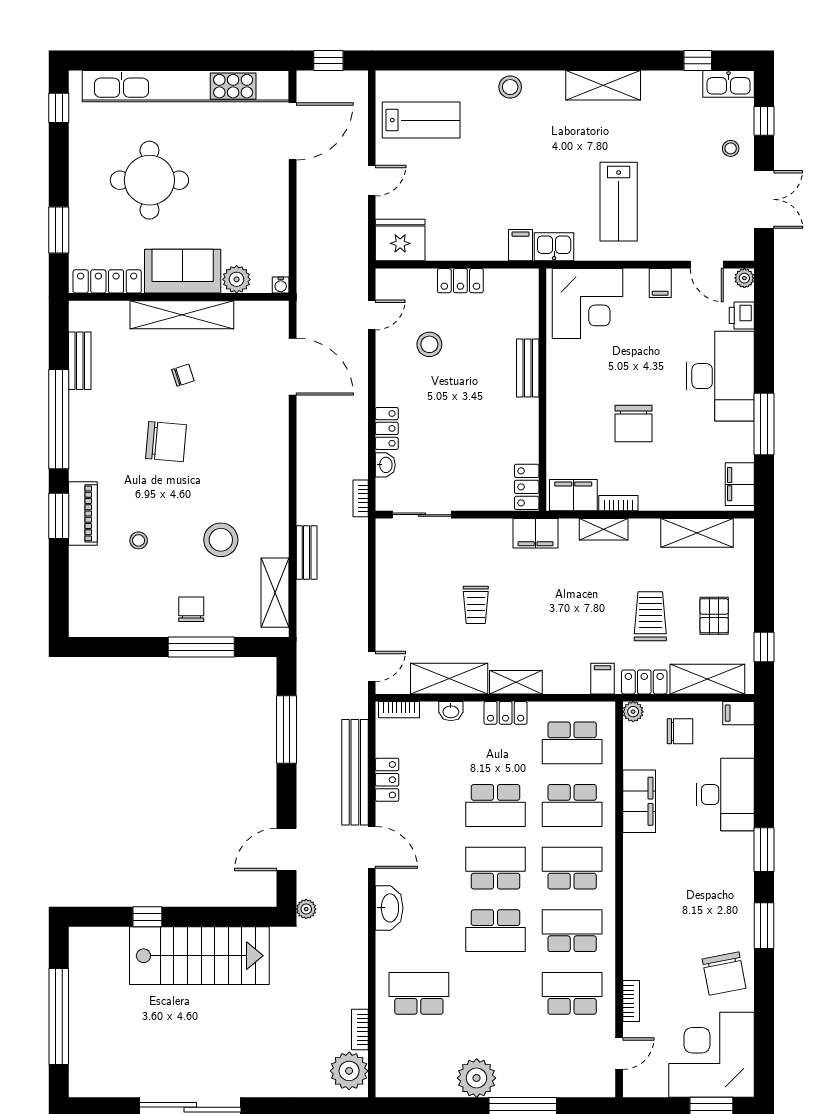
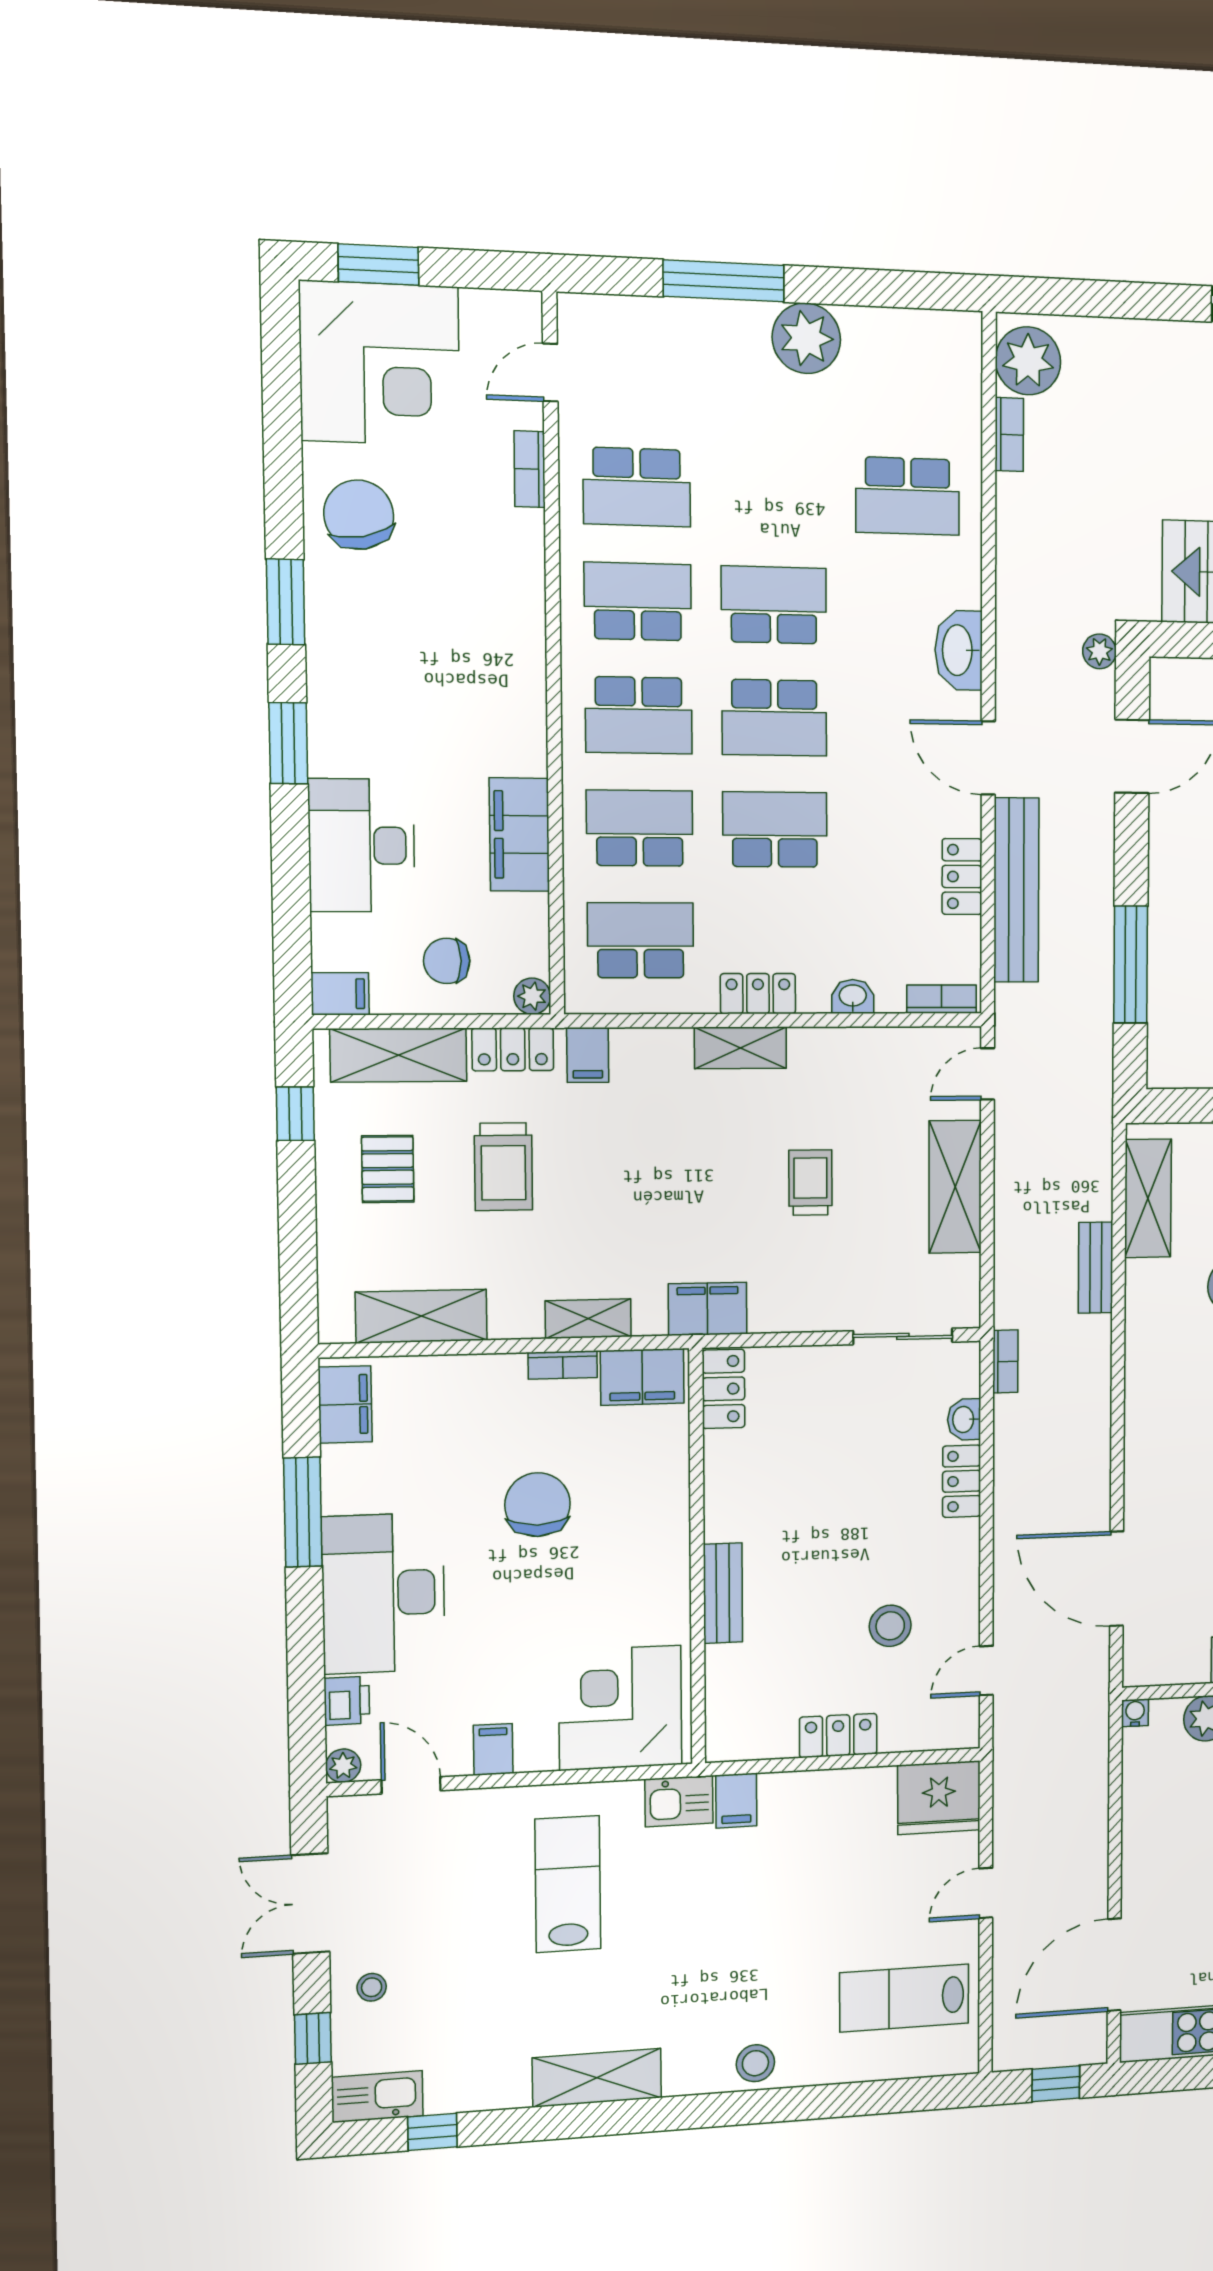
shelving: (449, 679) -> (955, 1187), moved, turned 90
school desk: (572, 931) -> (638, 602), turned 180

